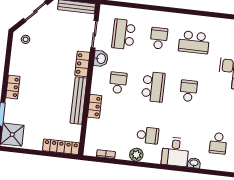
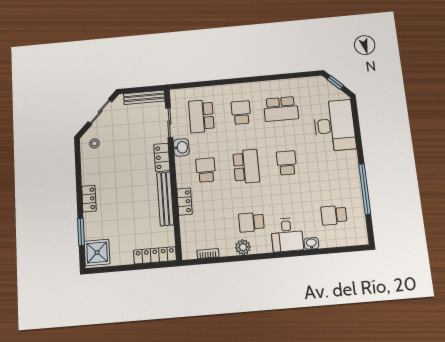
school desk: (148, 135) -> (251, 222), turned 180
school desk: (218, 143) -> (334, 215), turned 90

